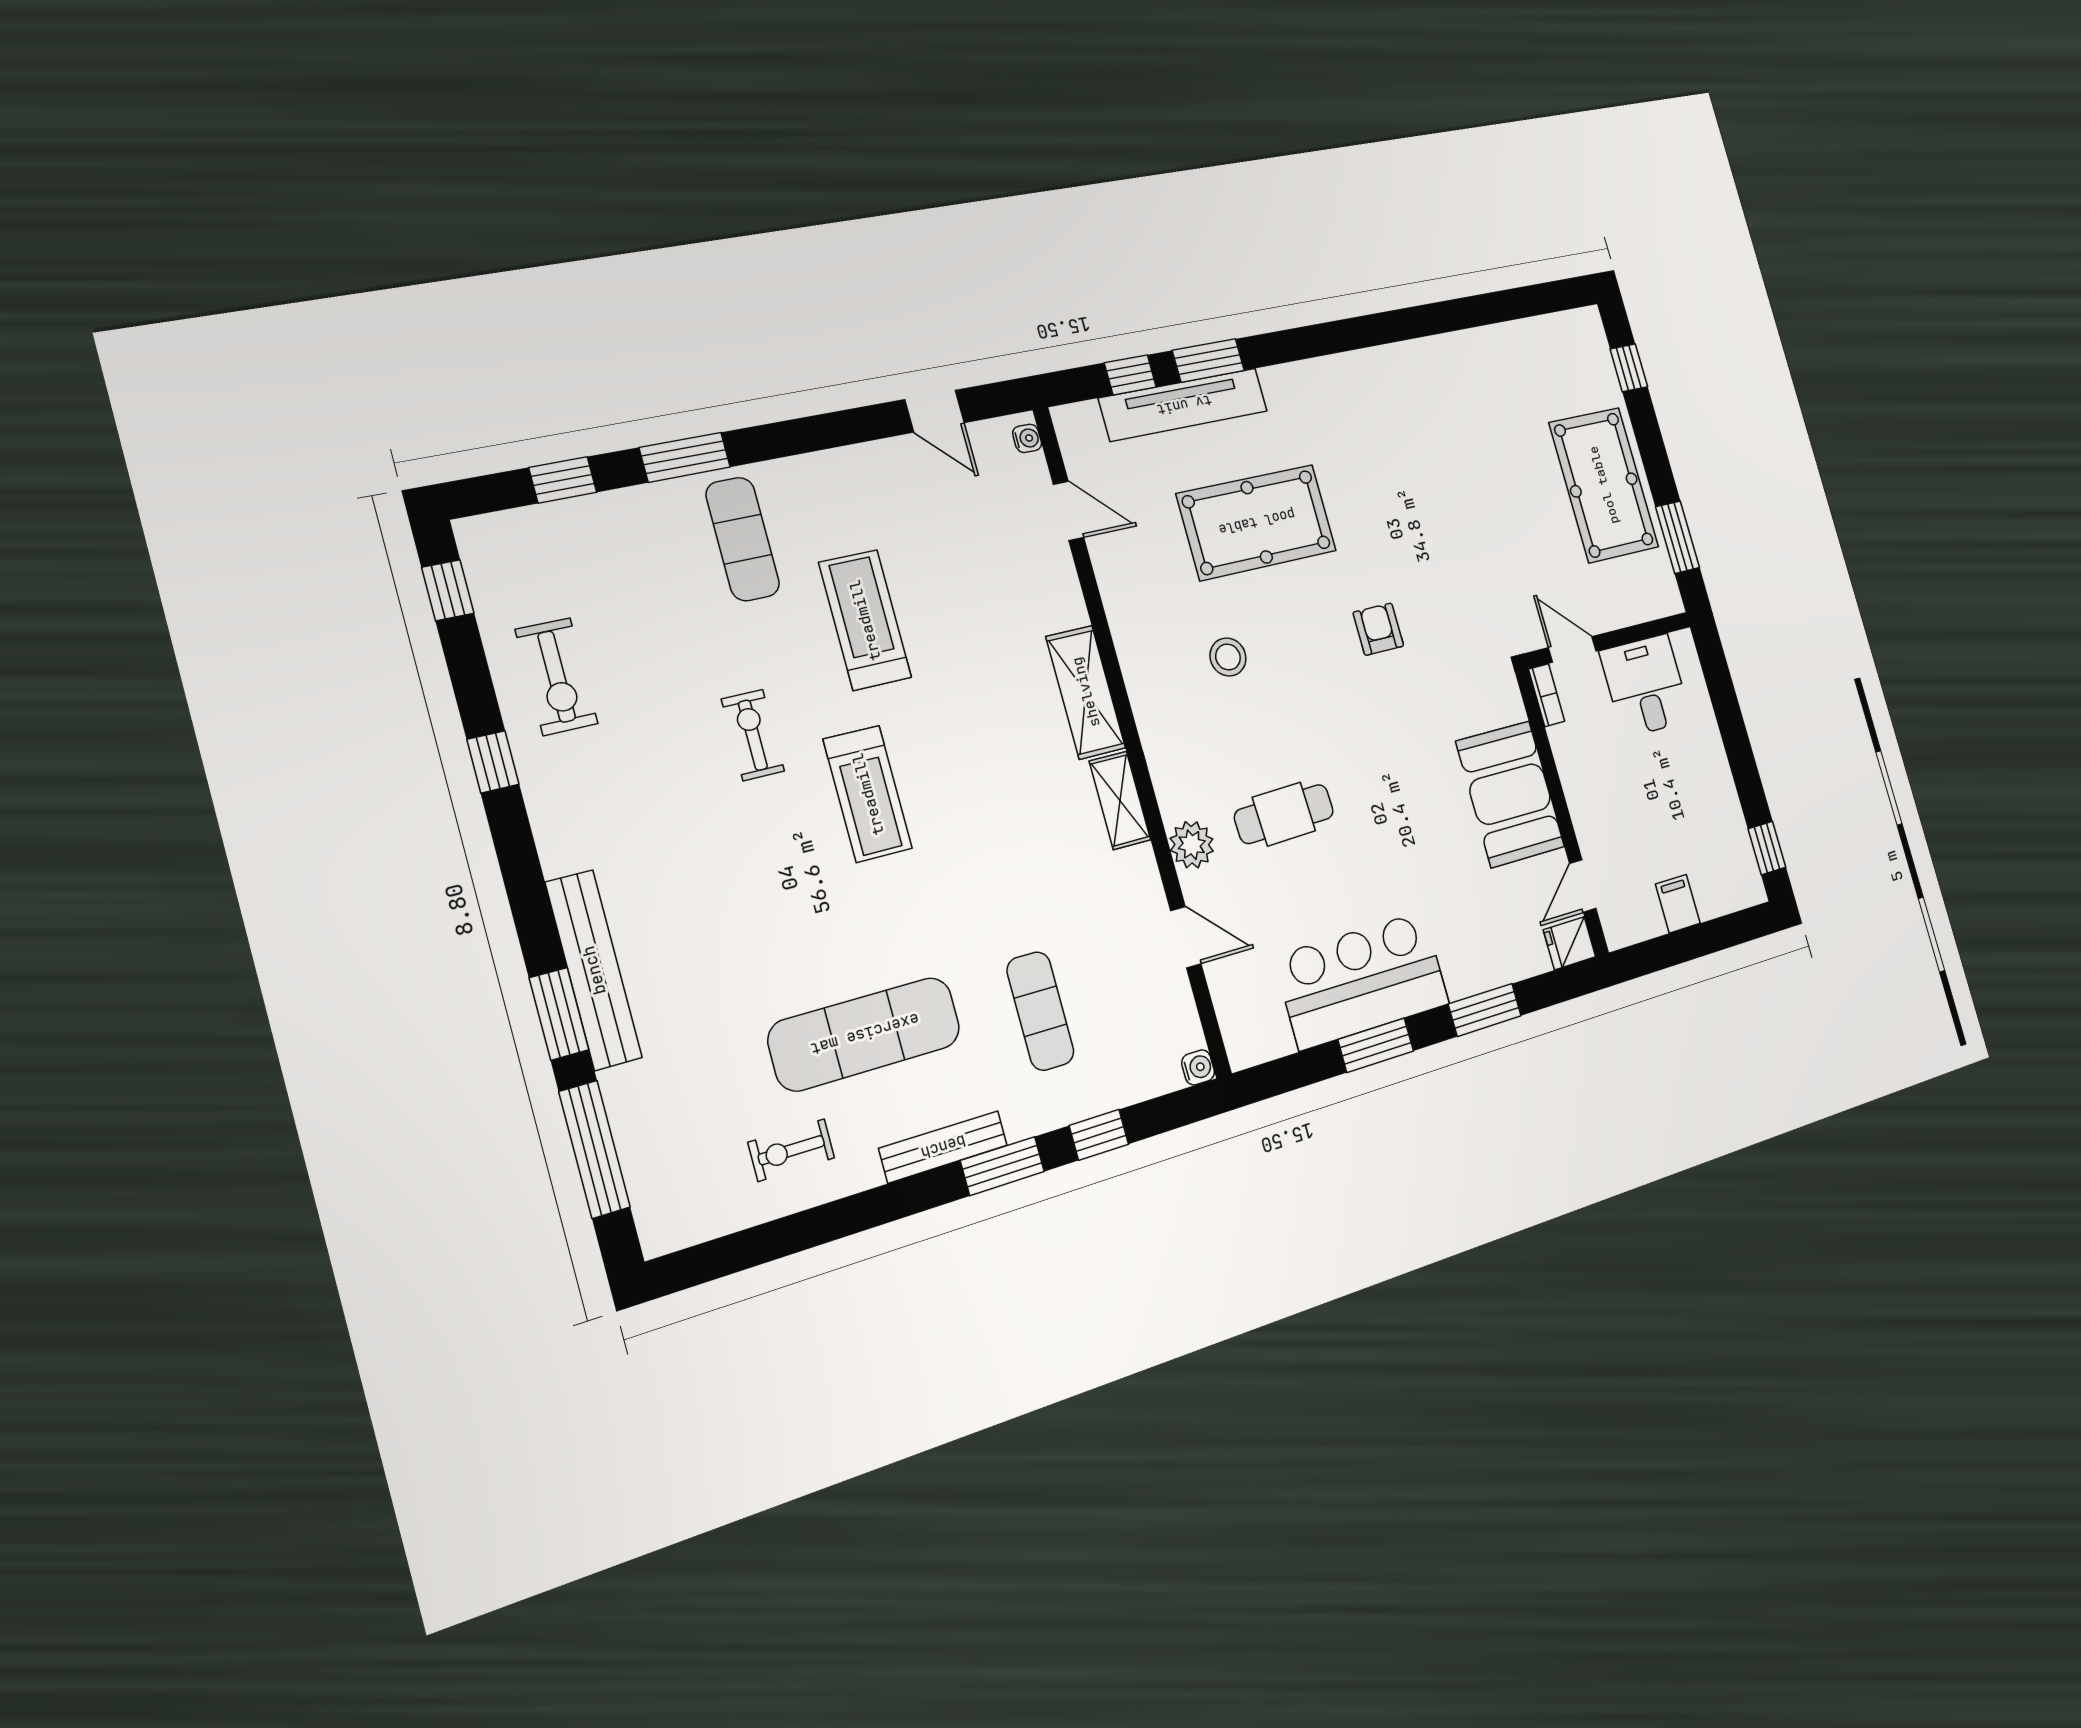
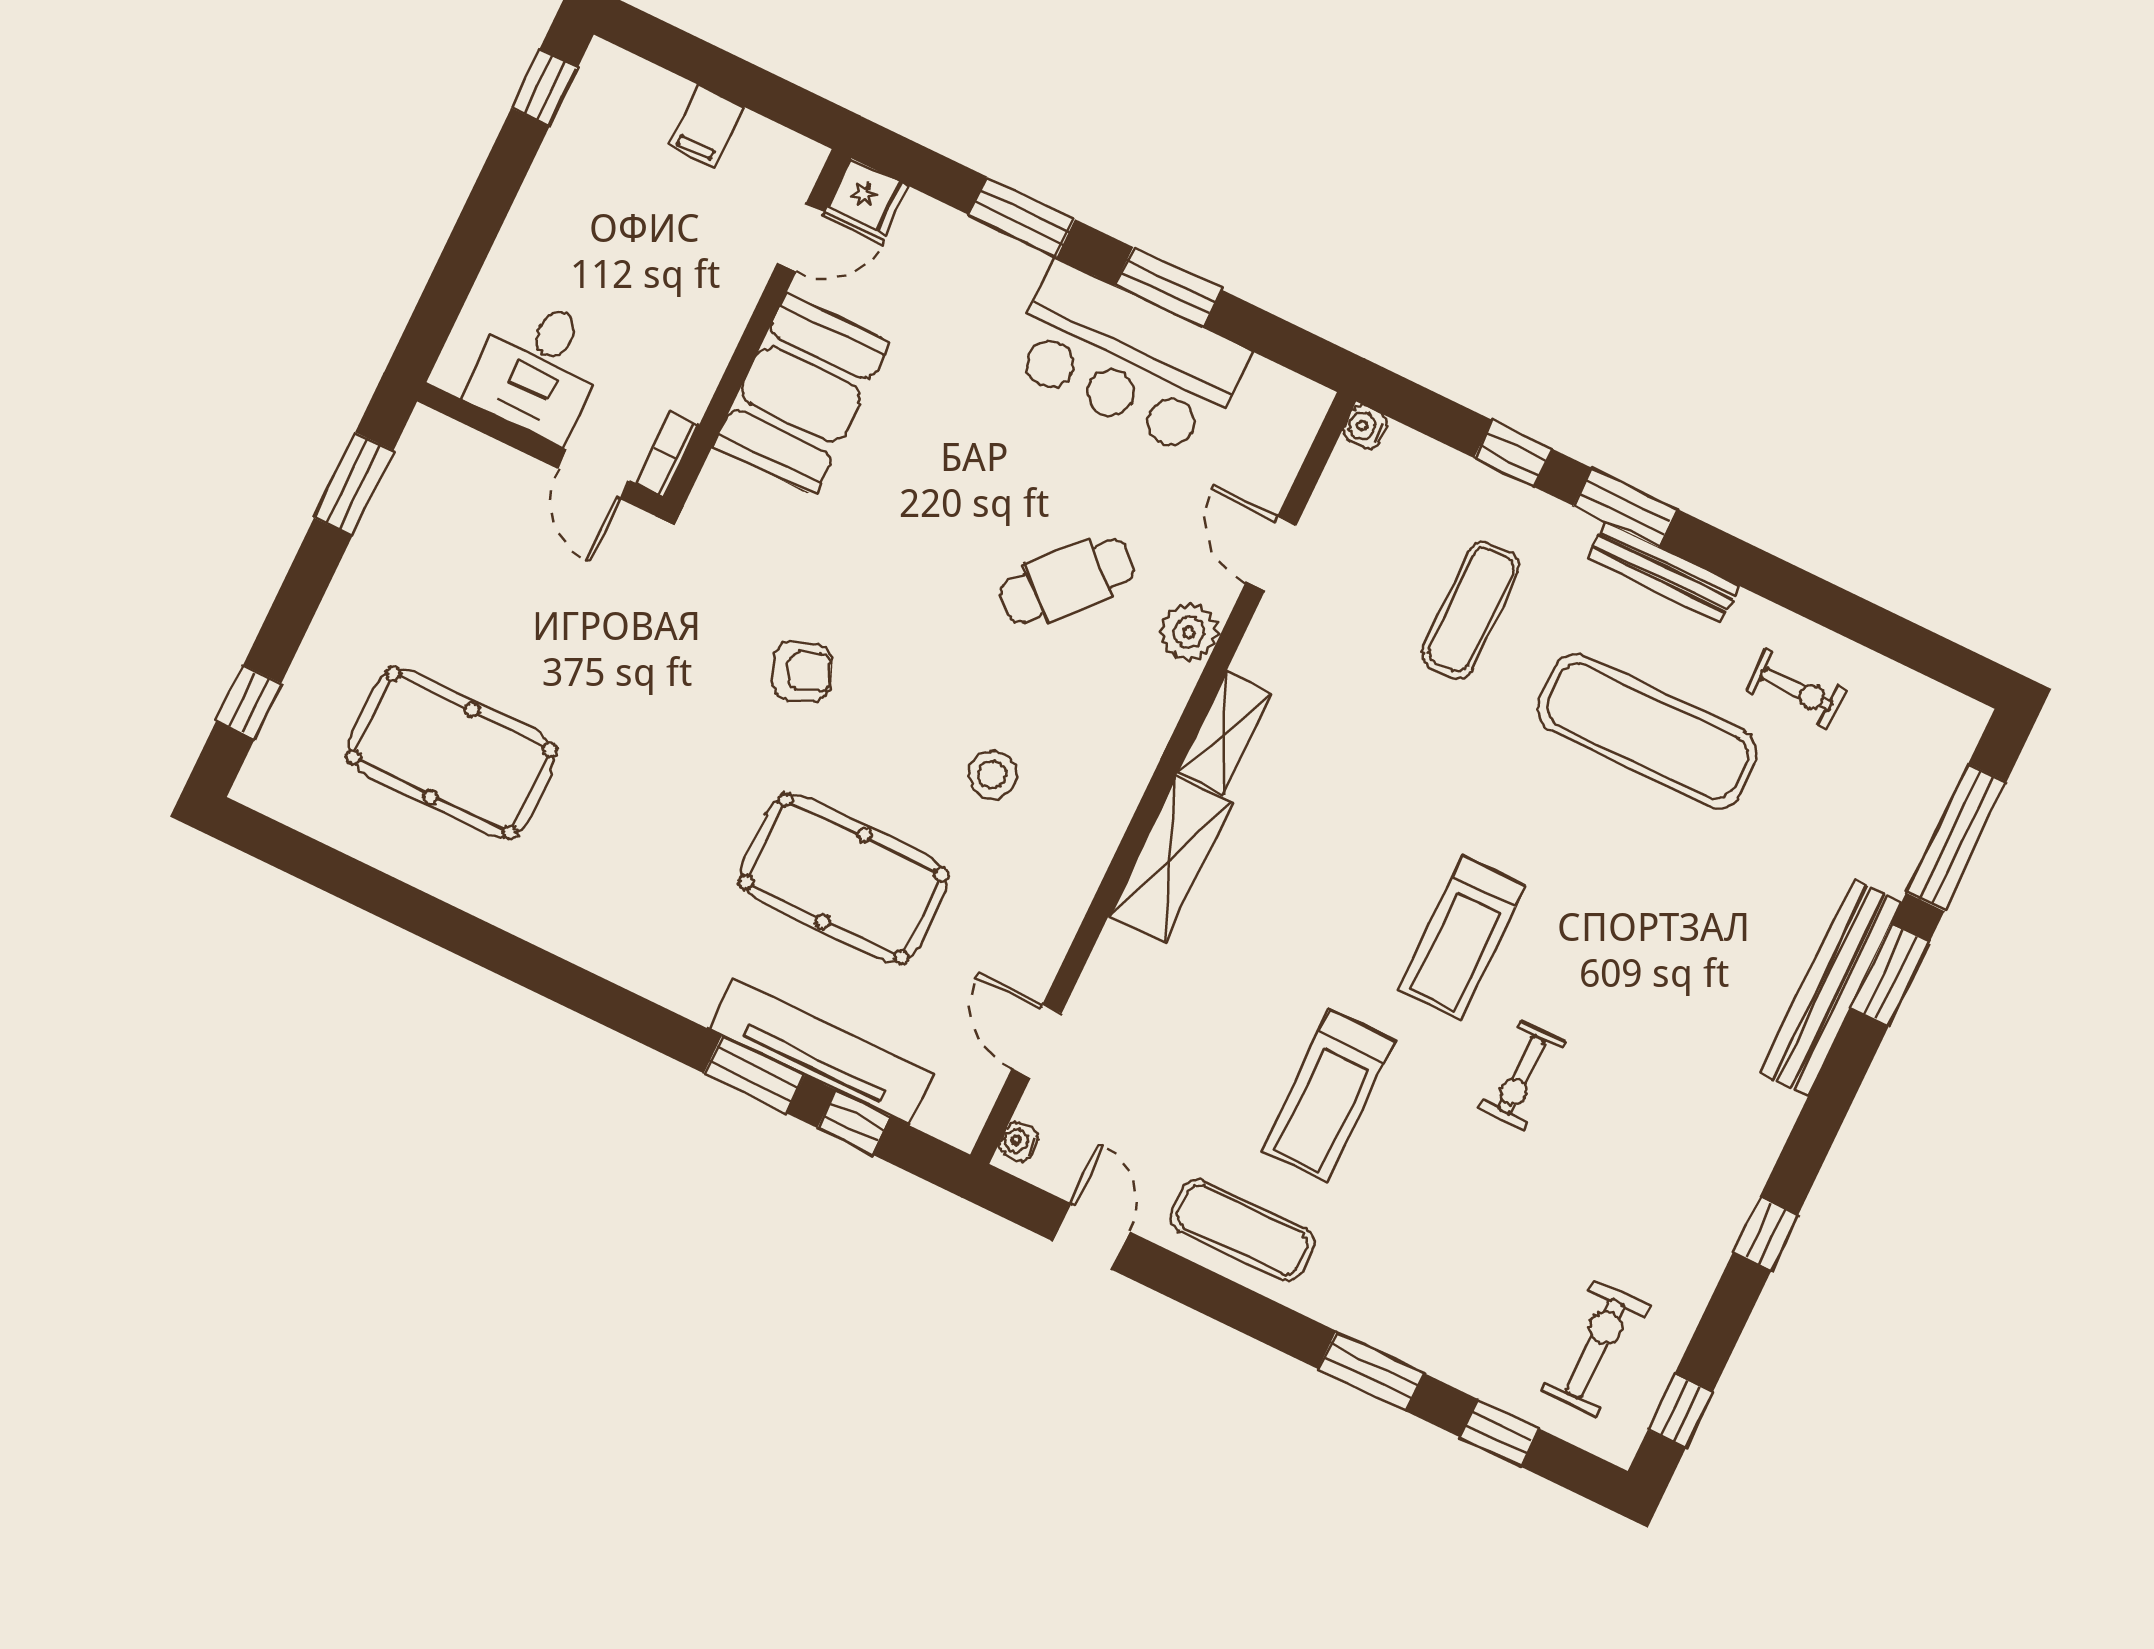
pool table: (1604, 485) -> (451, 753), moved, turned 90
exercise mat: (743, 539) -> (1242, 1230), moved, turned 90
armchair: (1378, 629) -> (802, 672), turned -112
exercise bike: (557, 677) -> (1595, 1349), moved
treadmill: (868, 794) -> (1462, 938), turned 180
cafe table: (1284, 814) -> (1067, 581), turned -45

